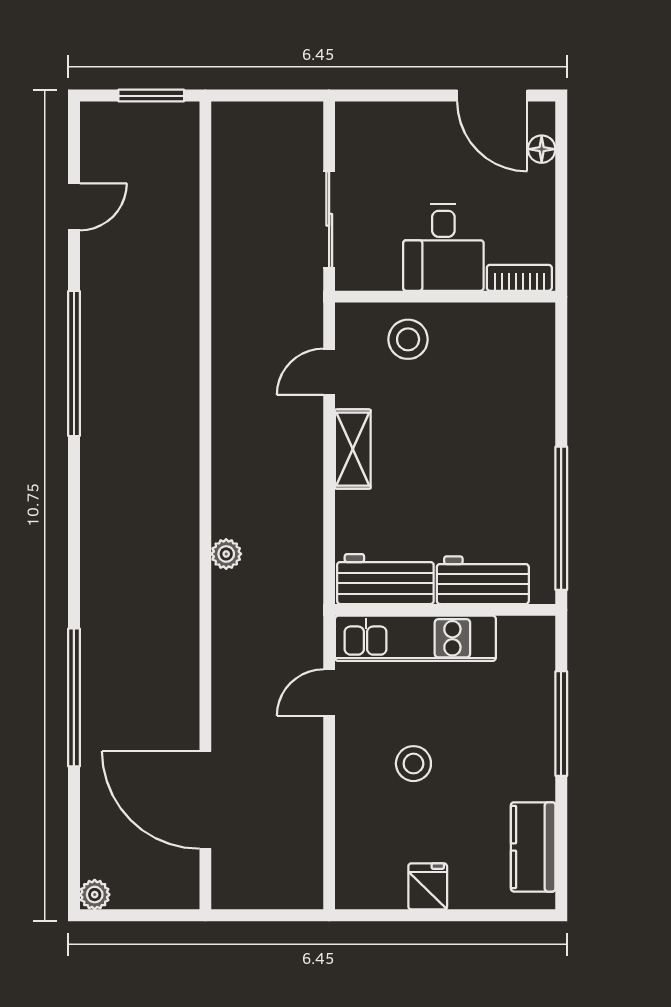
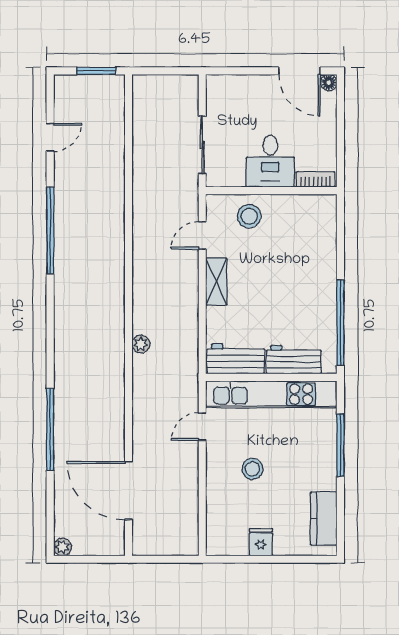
floor lamp: (542, 149) -> (329, 83), moved
kitchen unit: (415, 638) -> (271, 394), width x1.36

